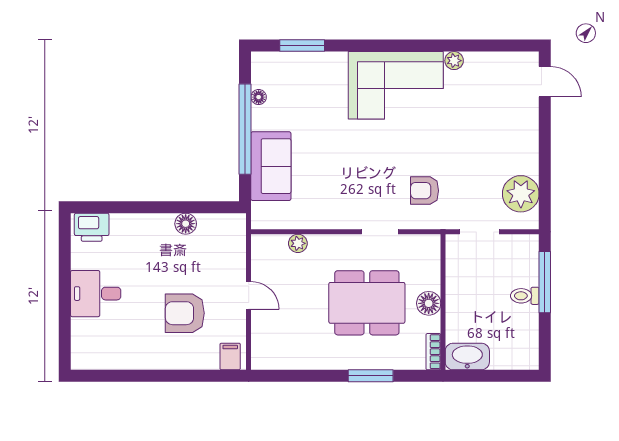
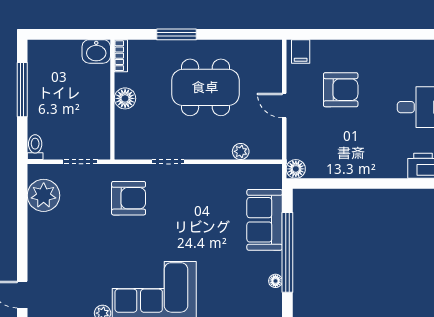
armchair: (425, 191) -> (129, 198), width x1.38, depth x1.38
floor lamp: (186, 224) -> (296, 169), moved
window: (545, 282) -> (22, 90), moved
toilet: (525, 296) -> (35, 147), moved, turned -90
dining table: (367, 303) -> (205, 87), moved
washbasin: (467, 357) -> (96, 51), width x0.72

